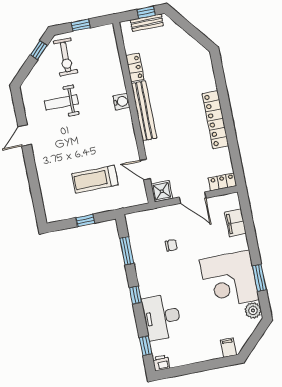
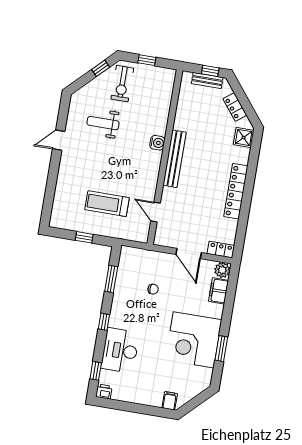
locker: (135, 68) -> (235, 107), moved, turned 141
shower: (162, 191) -> (244, 137), moved
plant: (253, 310) -> (222, 270), moved

